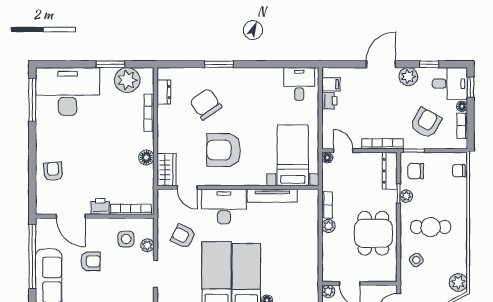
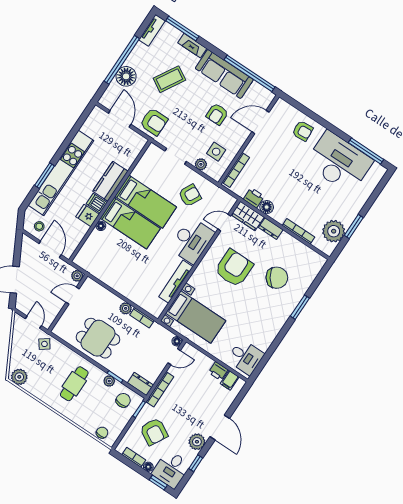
desk: (68, 91) -> (339, 162), moved, turned -90
dresser: (164, 92) -> (271, 229), moved
dresser: (390, 171) -> (140, 384), width x0.70
printer: (100, 206) -> (254, 198), moved, turned -90
side table: (416, 260) -> (44, 344), moved

